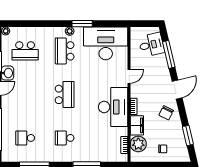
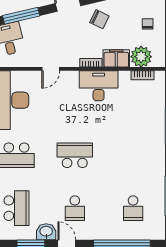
door: (129, 77) -> (51, 69), swing flipped
desk: (113, 107) -> (99, 86), width x0.73, depth x0.77
school desk: (65, 138) -> (75, 208), moved

